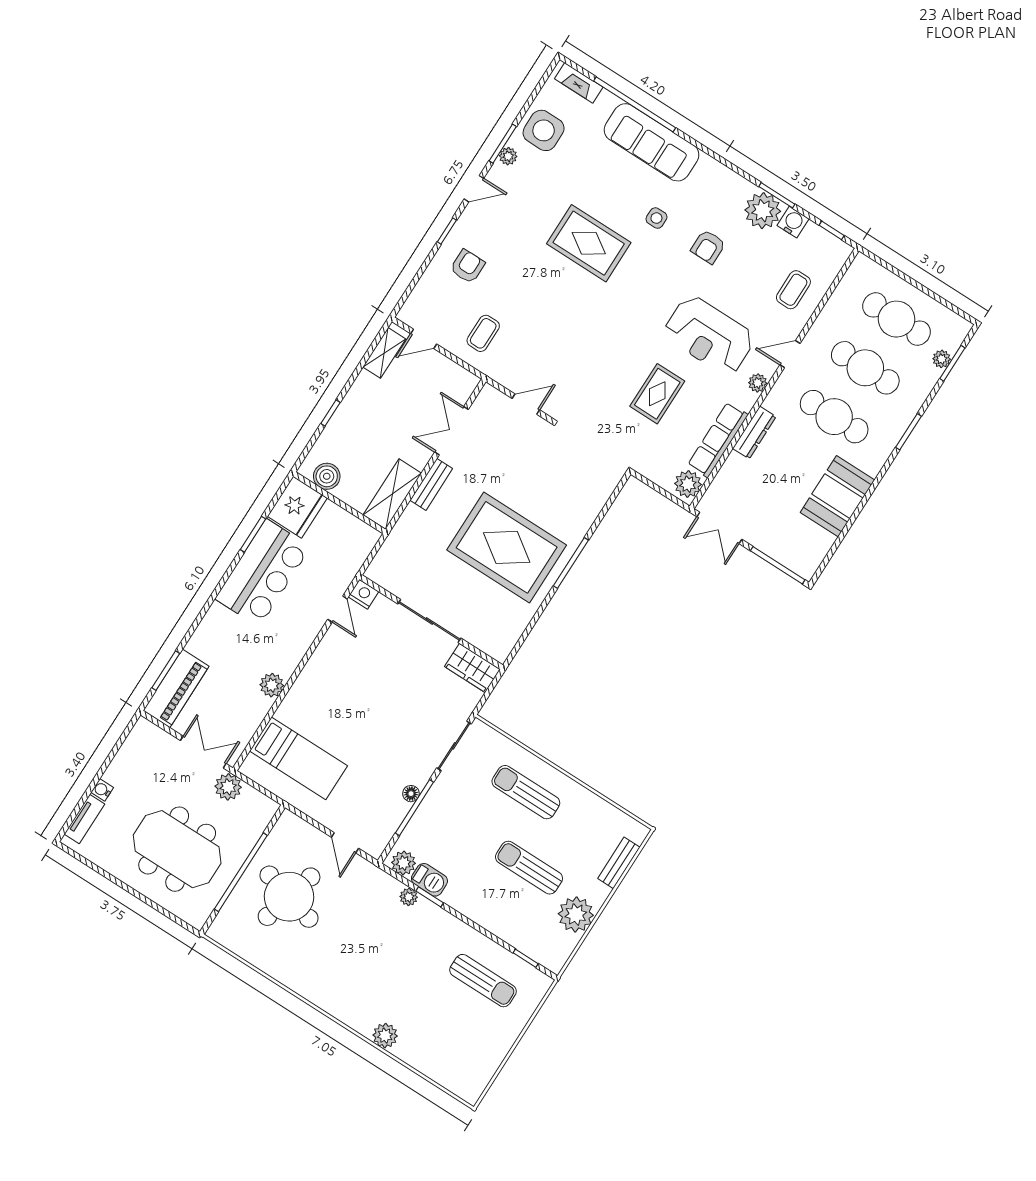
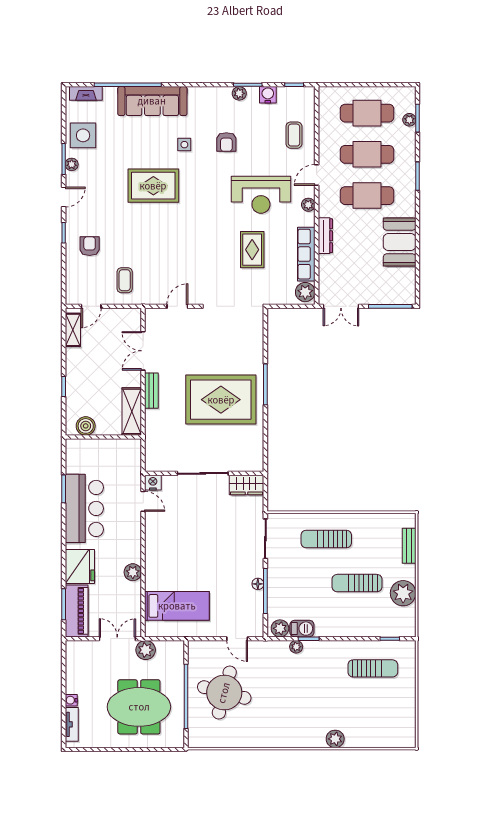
plant: (763, 211) -> (239, 93), width x0.53, depth x0.53
fridge: (297, 507) -> (80, 566), moved

